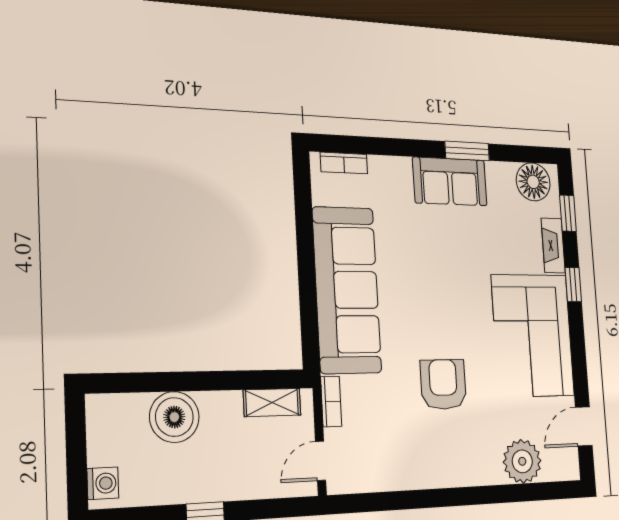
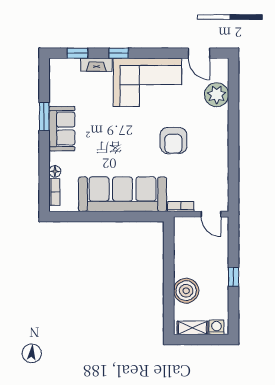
floor lamp: (533, 182) -> (55, 171), moved, width x0.53, depth x0.53
armchair: (443, 384) -> (173, 141), turned -90
shelving: (272, 403) -> (193, 328), moved, turned 90

